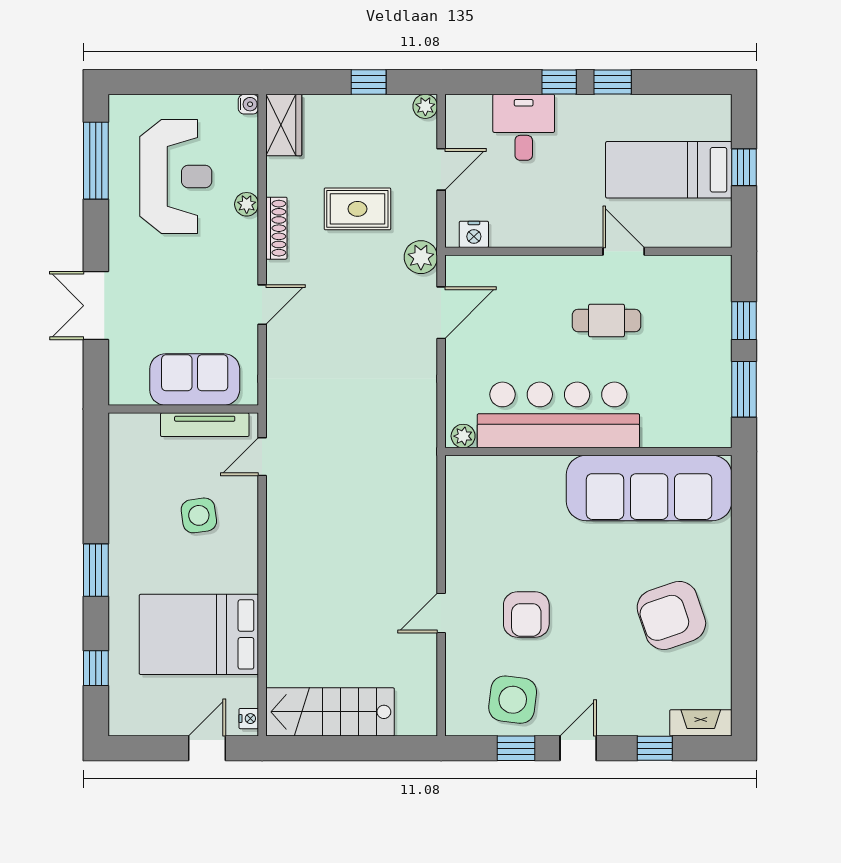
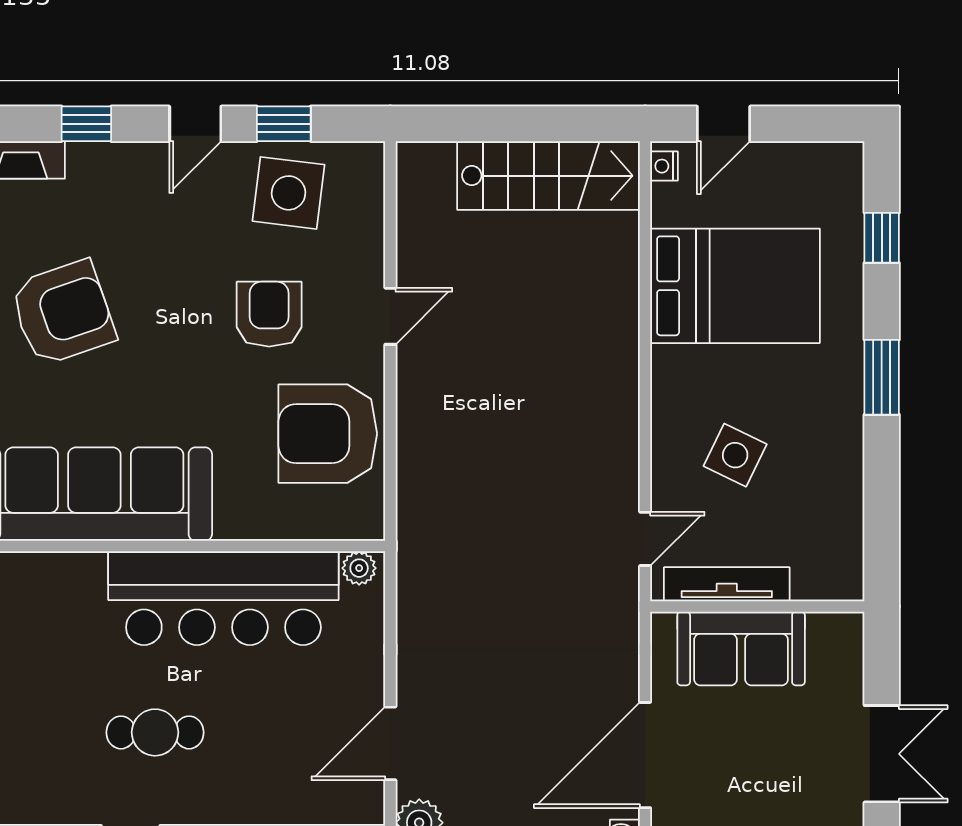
door: (262, 305) -> (645, 755), width x1.87
side table: (199, 515) -> (735, 455), turned 34
armchair: (485, 531) -> (328, 434), added

